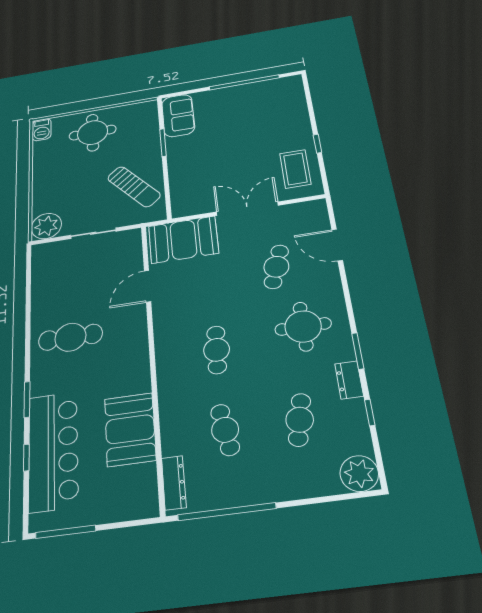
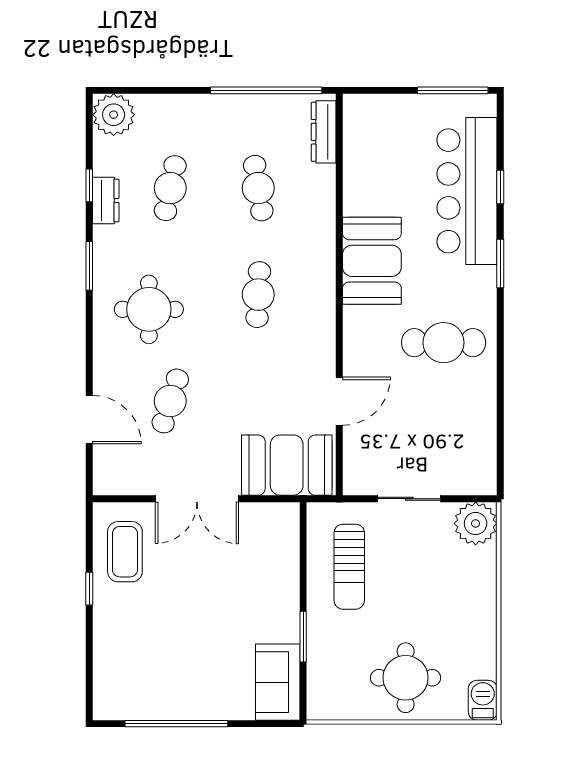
sun lounger: (134, 187) -> (349, 567), turned -139
dresser: (349, 380) -> (106, 200), moved
booth: (130, 429) -> (372, 261), moved

